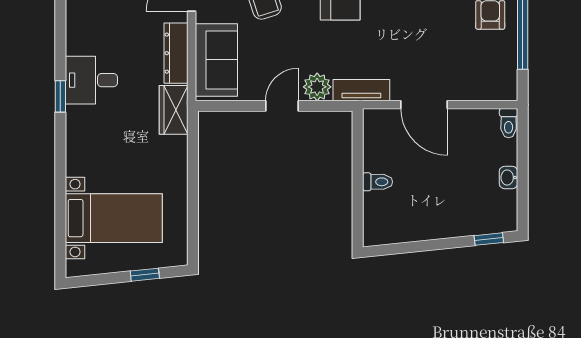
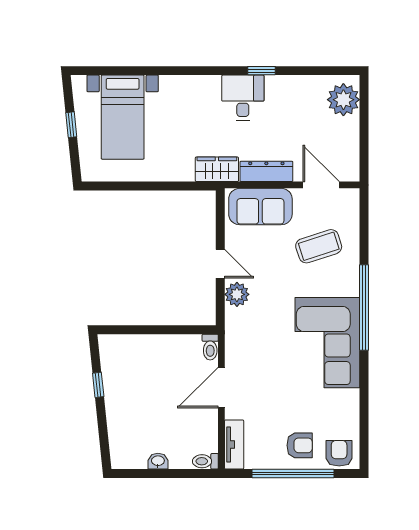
tv unit: (361, 90) -> (234, 444), moved
window: (60, 96) -> (262, 71), moved
toilet: (378, 182) -> (210, 347), moved
window: (489, 239) -> (98, 385), moved
window: (145, 275) -> (71, 125), moved

